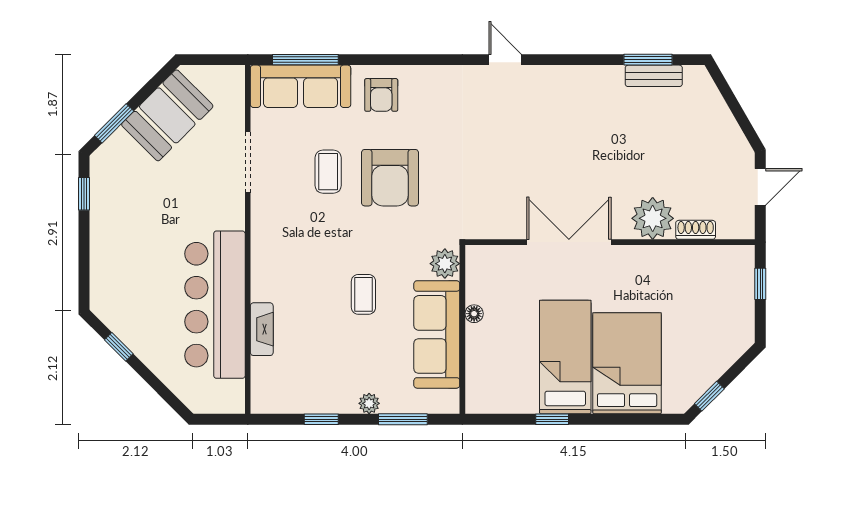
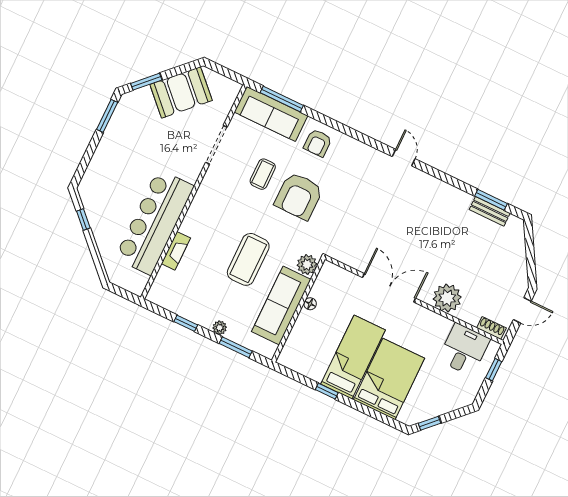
window: (84, 194) -> (107, 116), width x1.50
shoe rack: (696, 230) -> (491, 328), moved
desk: (708, 276) -> (464, 350), added
coffee table: (363, 294) -> (248, 259), width x1.86, depth x1.72

